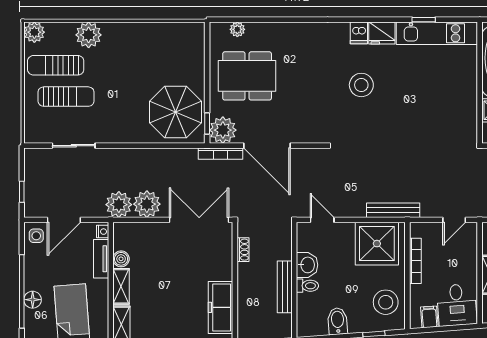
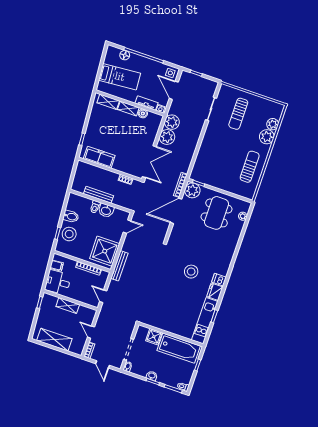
plant: (34, 32) -> (273, 124), moved
sun lounger: (56, 65) -> (250, 167), moved
parasol: (176, 112) -> (210, 169), removed
floor lamp: (33, 300) -> (125, 55), moved
stool: (386, 302) -> (69, 234), moved

